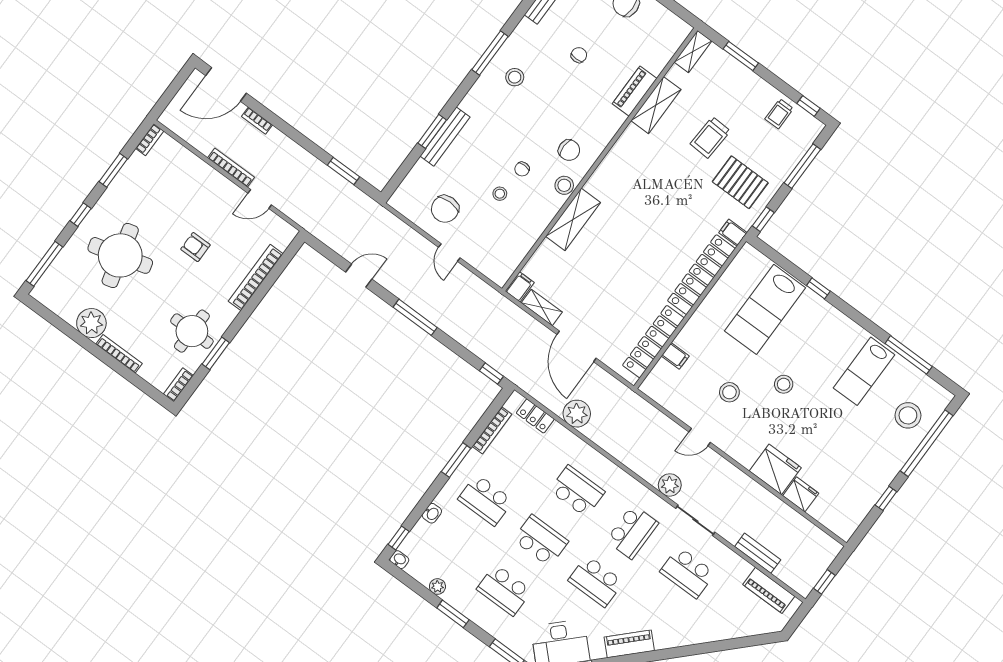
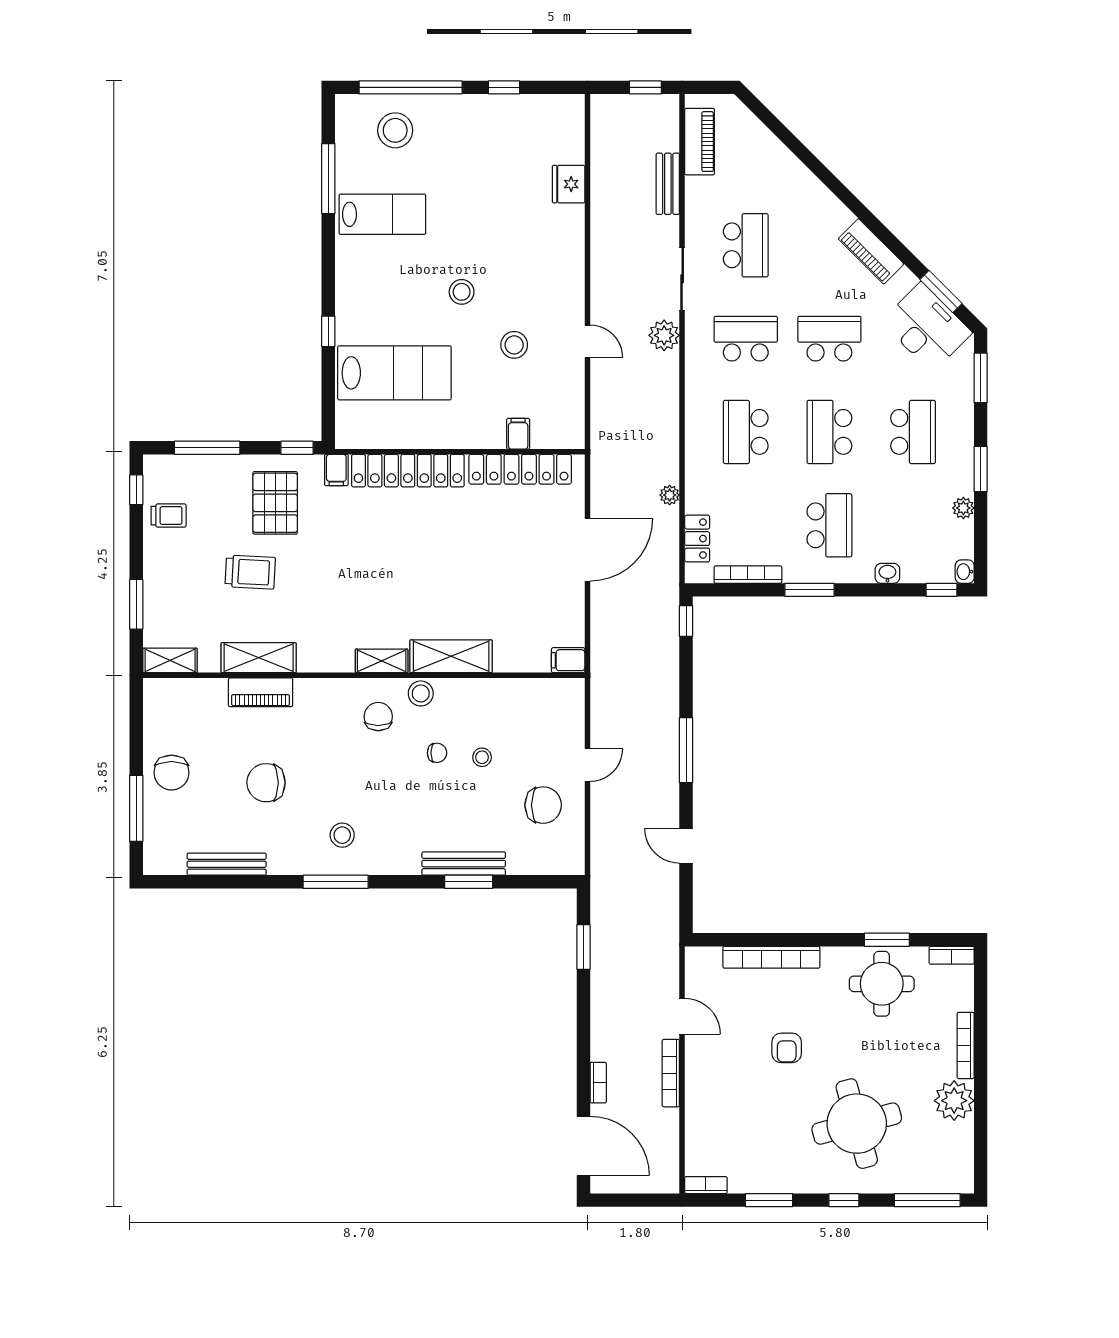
chair: (579, 55) -> (266, 783), width x1.87, depth x1.87
shelving: (542, 307) -> (382, 661), moved, turned 90
plant: (577, 414) -> (670, 495), width x0.53, depth x0.53
fridge: (775, 469) -> (562, 232), removed
school desk: (596, 581) -> (829, 339), turned -90

